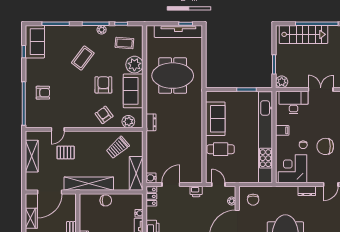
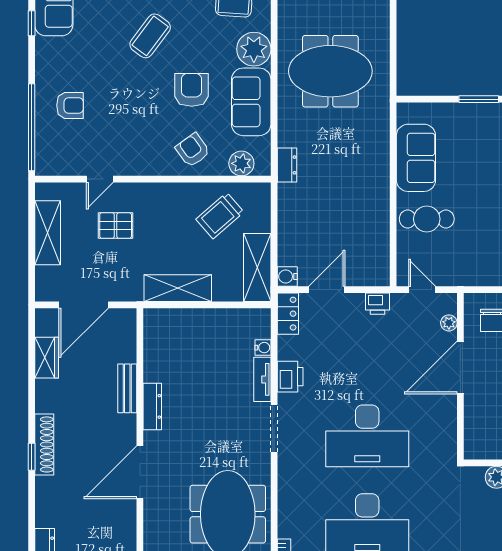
shelving: (89, 184) -> (178, 288), width x0.68
chair: (106, 200) -> (196, 322), removed

